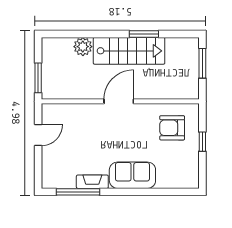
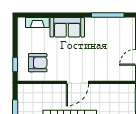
window: (202, 142) -> (15, 65), moved
fireplace: (92, 182) -> (37, 22), moved

